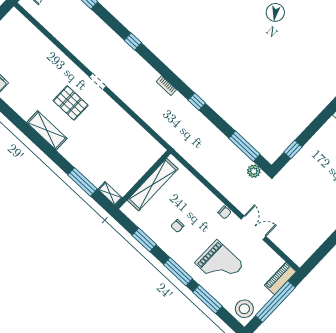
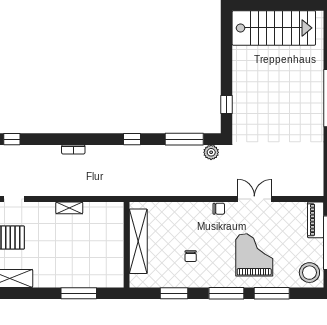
window: (197, 102) -> (132, 139), moved
shelving: (110, 194) -> (69, 208), moved
grand piano: (219, 264) -> (254, 255), turned -90

